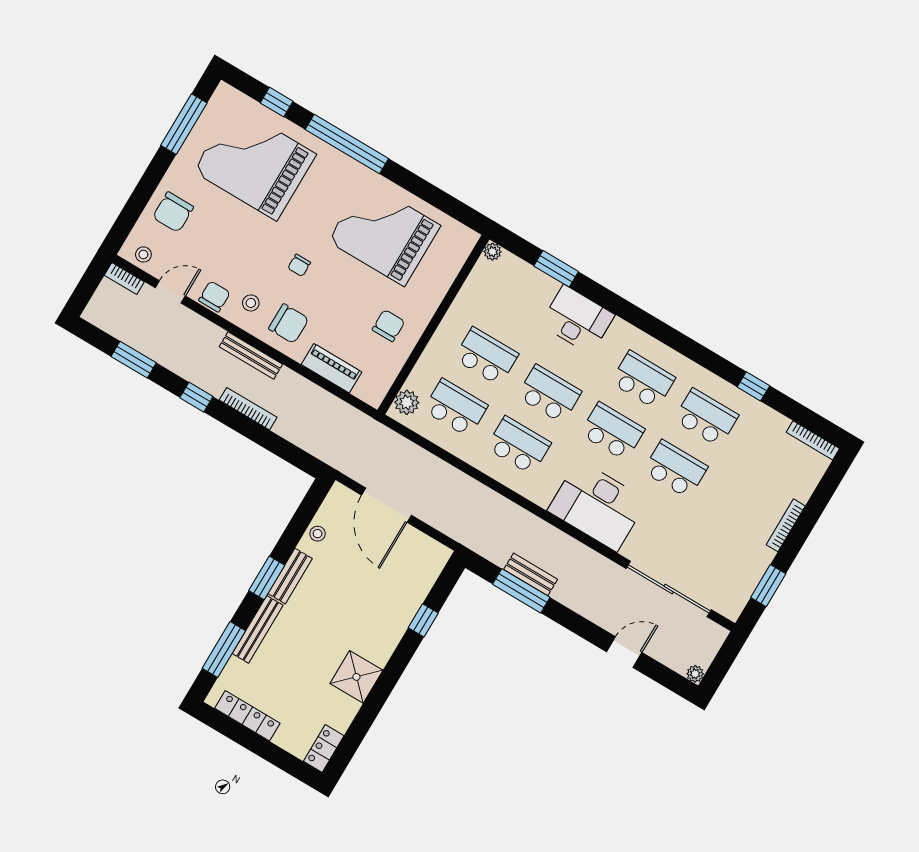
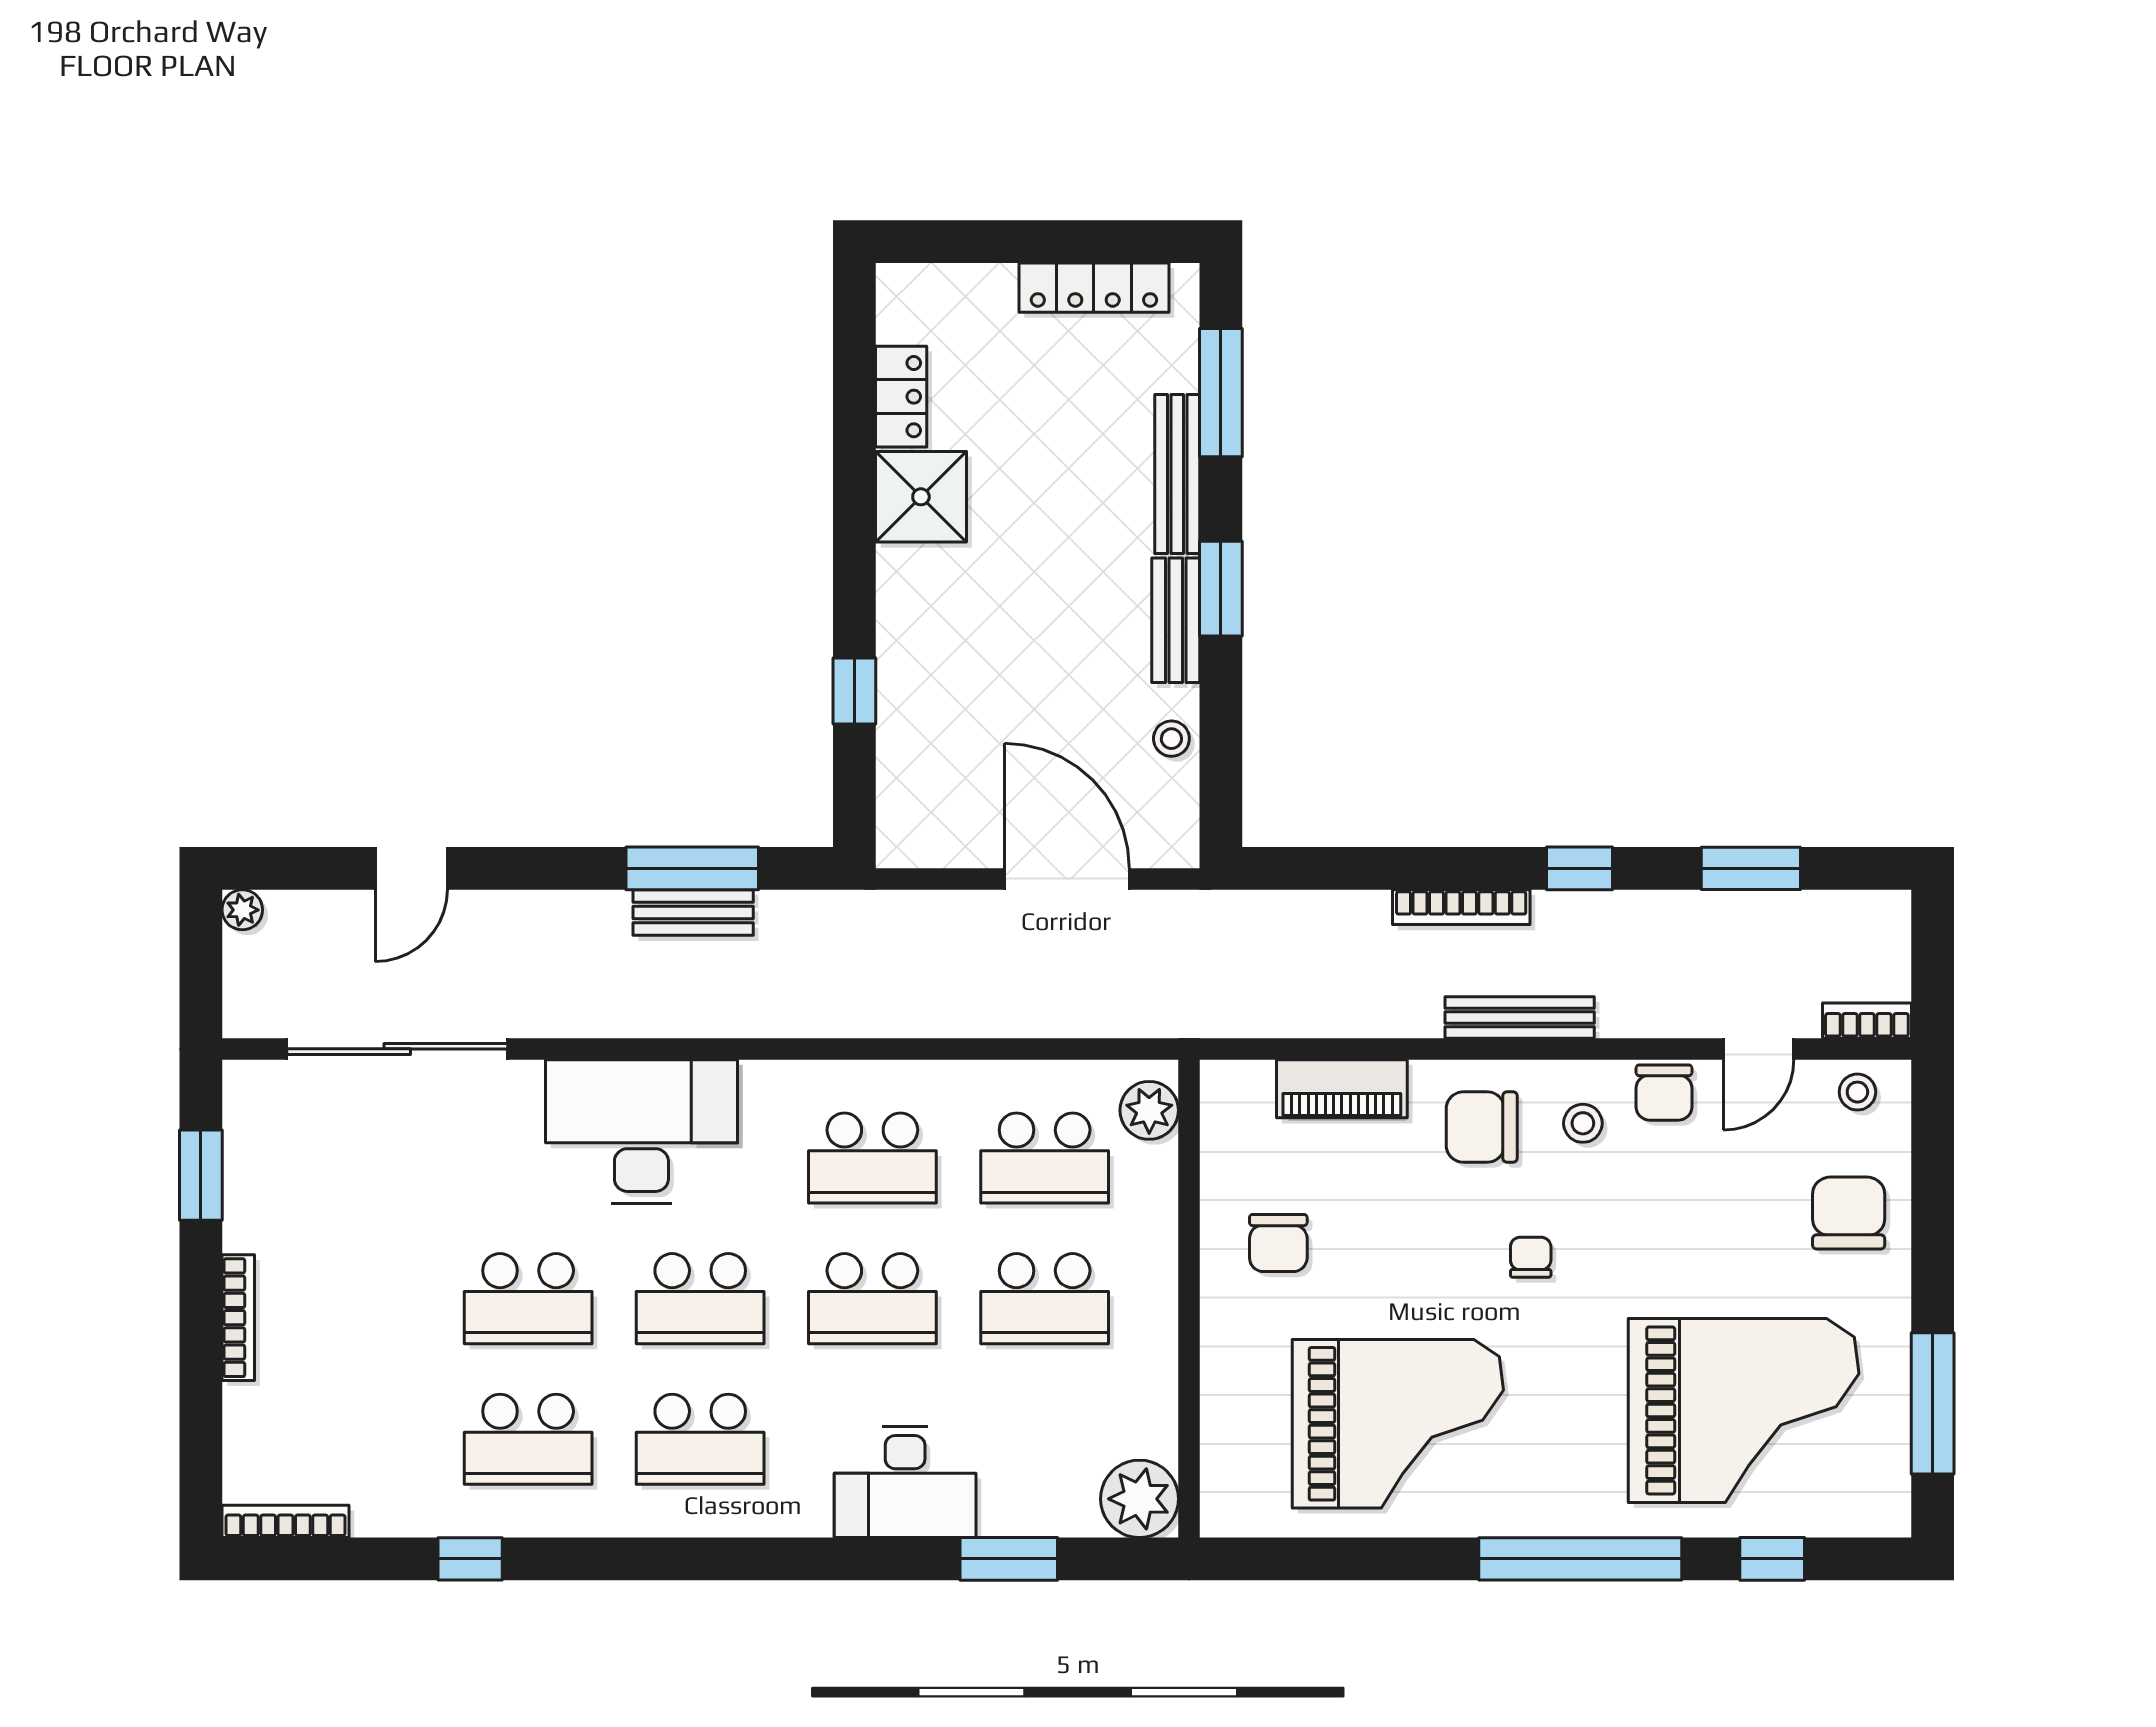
plant: (492, 252) -> (1139, 1499), width x1.88, depth x1.88
locker: (324, 748) -> (901, 397), moved

